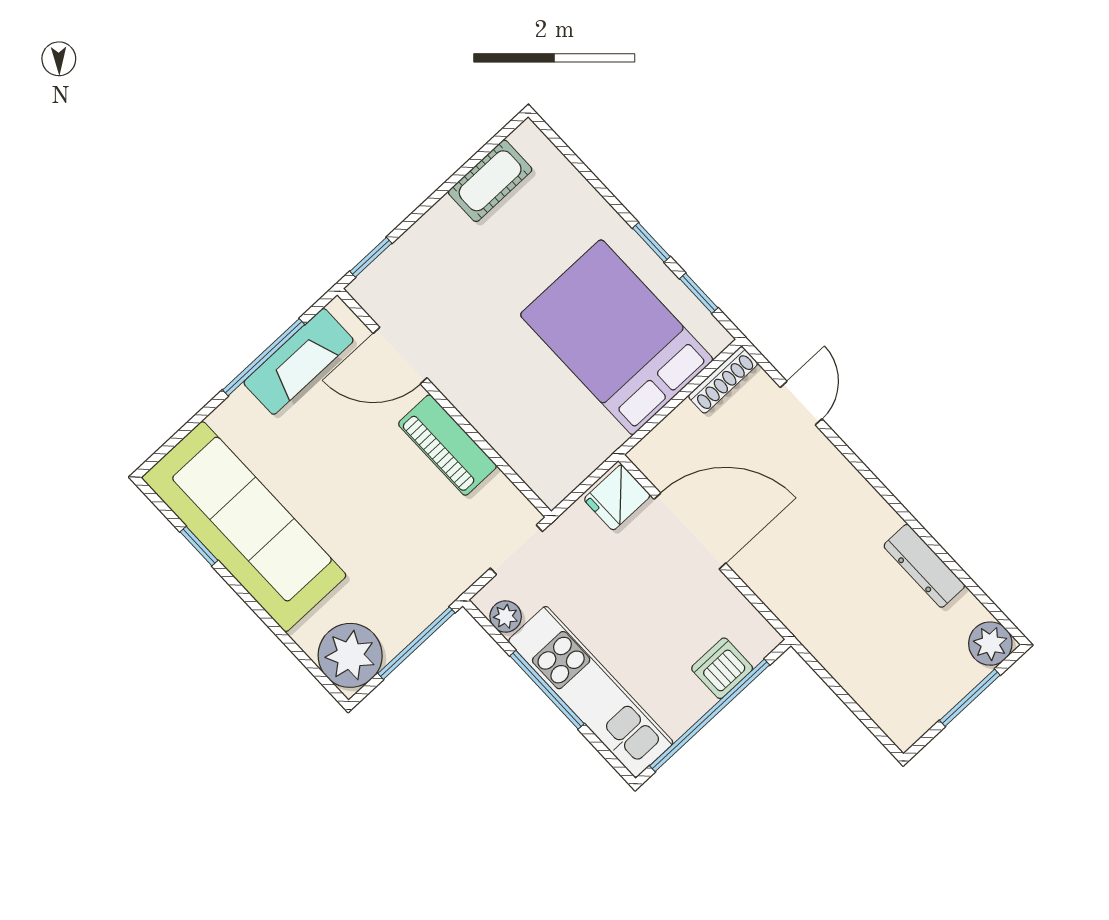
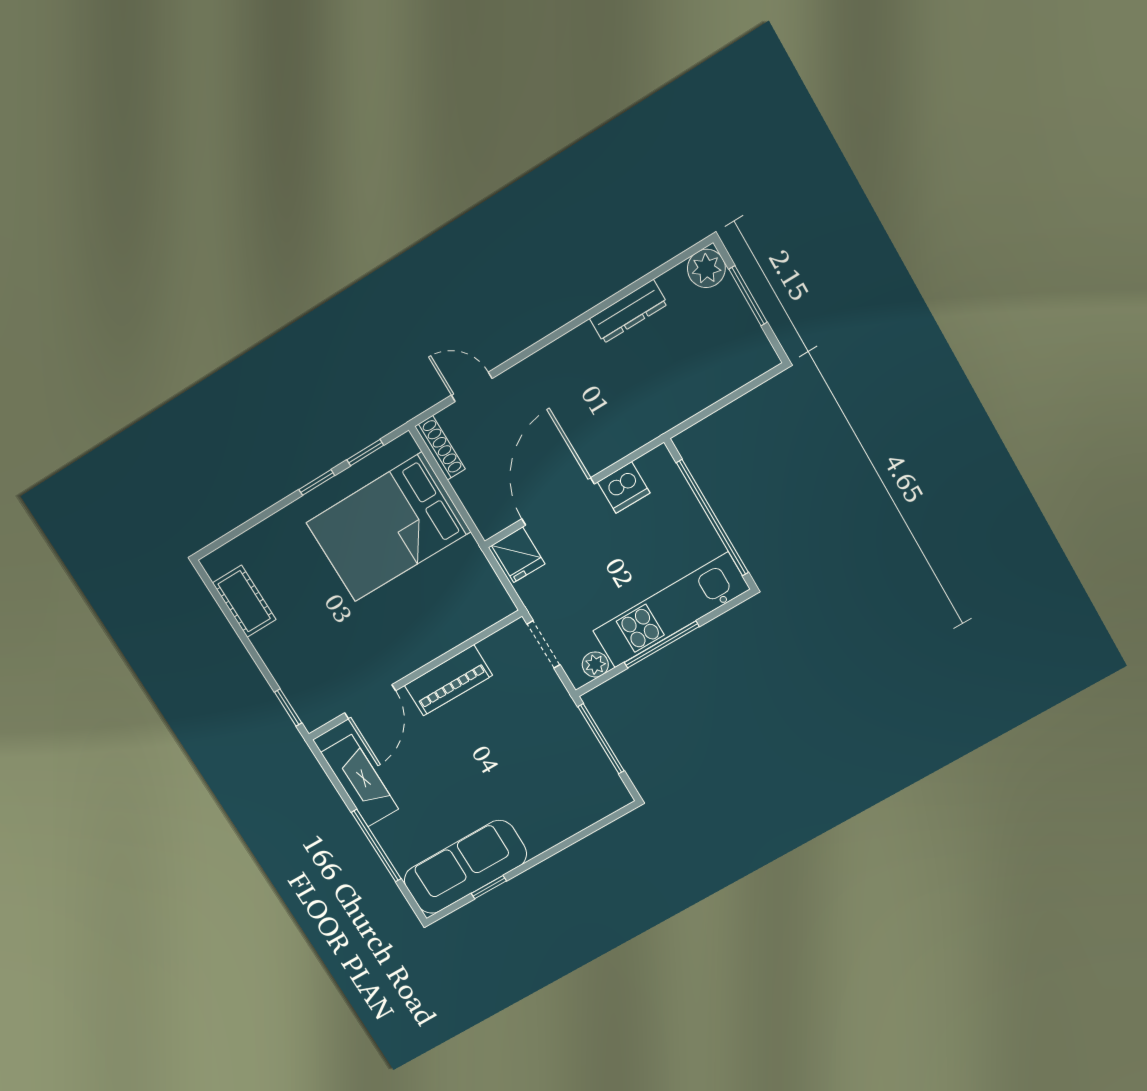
window: (264, 357) -> (376, 846), moved
sofa: (244, 527) -> (465, 867), width x0.74, depth x0.79
plant: (350, 655) -> (600, 792), removed
dishwasher: (722, 668) -> (624, 488), moved, turned -90

